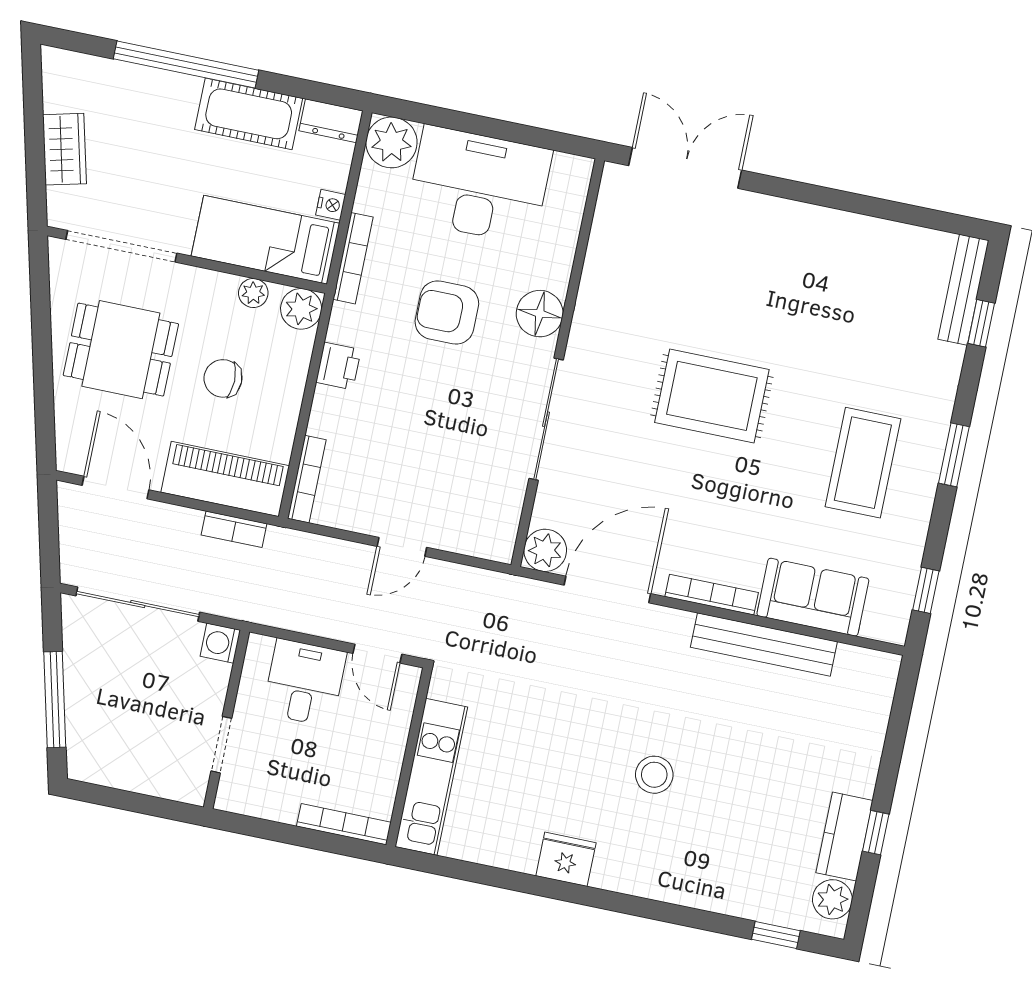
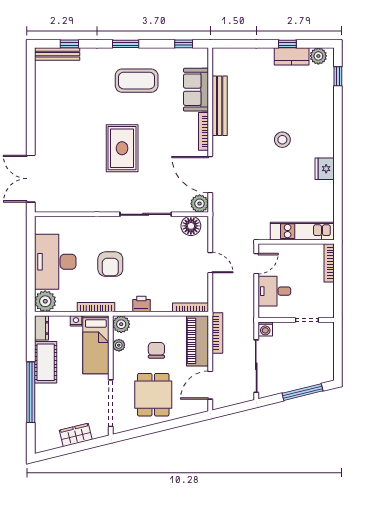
floor lamp: (540, 314) -> (191, 226), moved
chair: (223, 378) -> (156, 350), turned 180
bookcase: (234, 529) -> (217, 333), width x1.56

